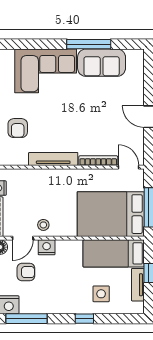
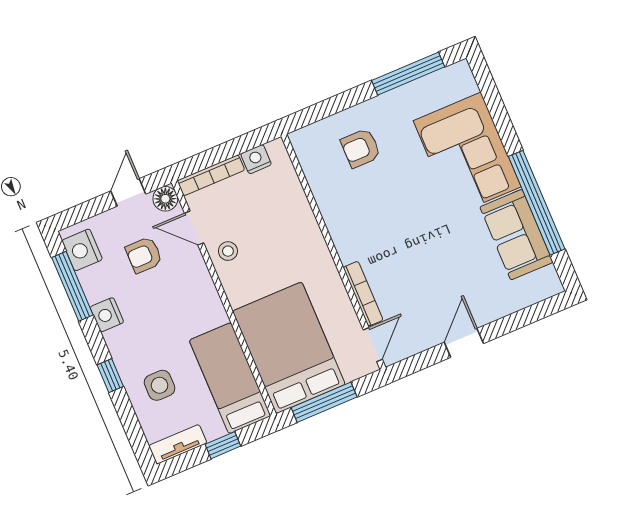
window: (89, 44) -> (537, 203), width x1.46
tv unit: (53, 159) -> (336, 223), removed
nightstand: (47, 247) -> (107, 315), moved, turned 180
armchair: (26, 272) -> (144, 255), turned 90
tv unit: (138, 285) -> (178, 444), moved

